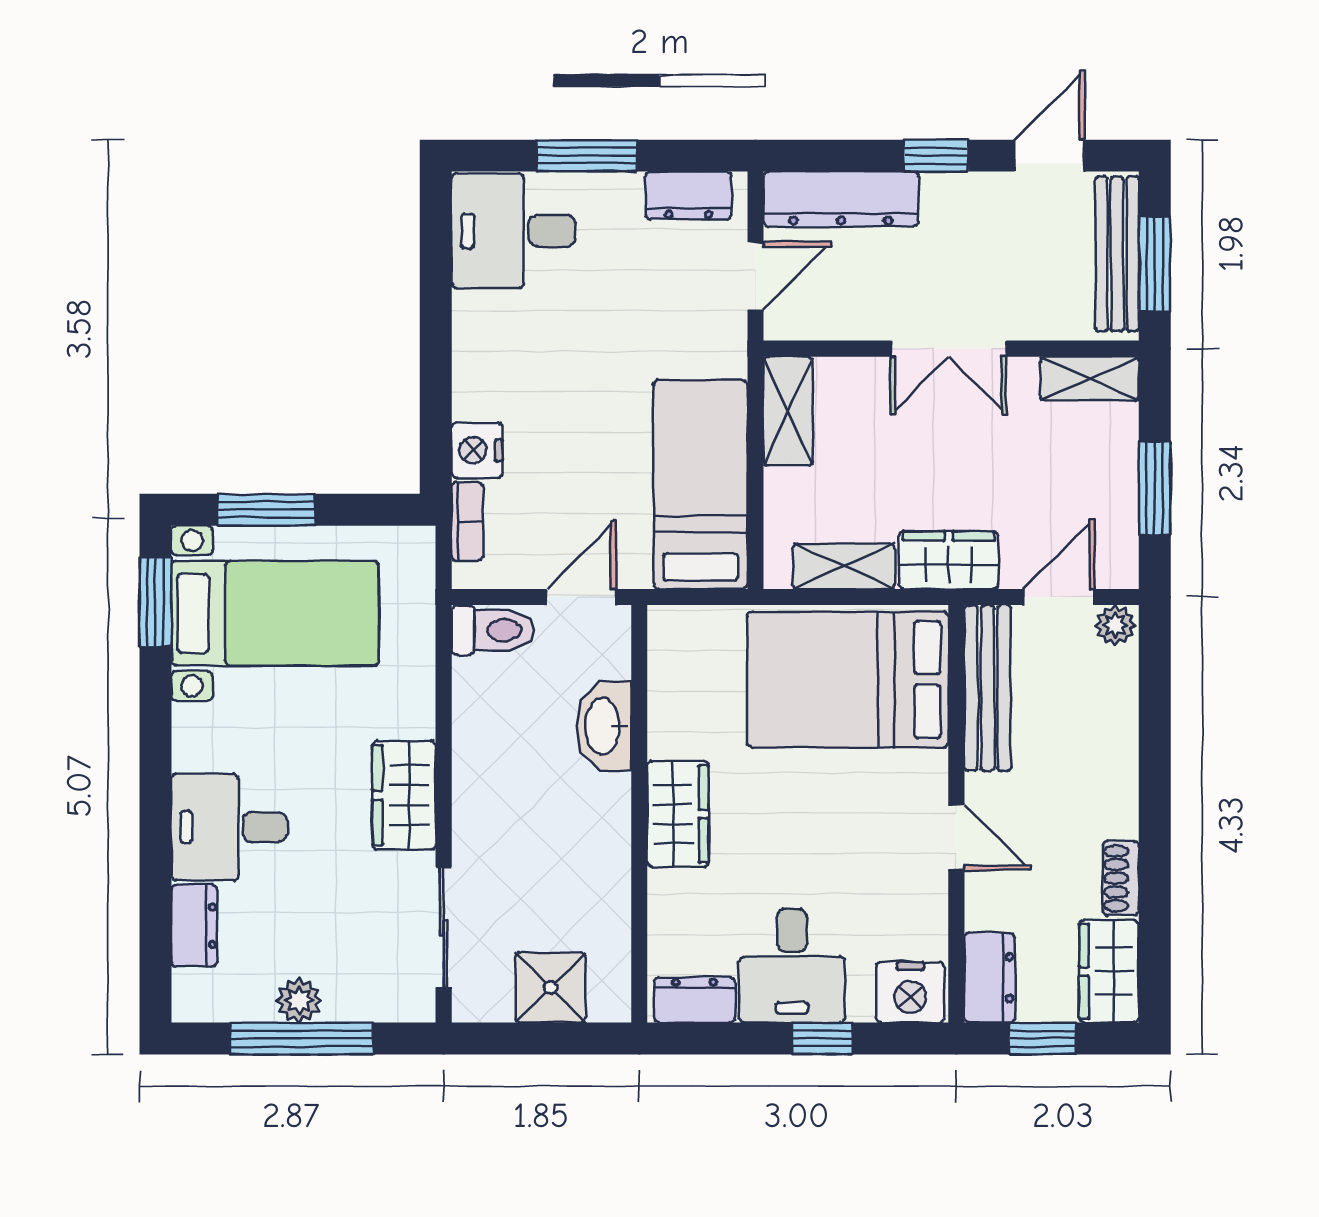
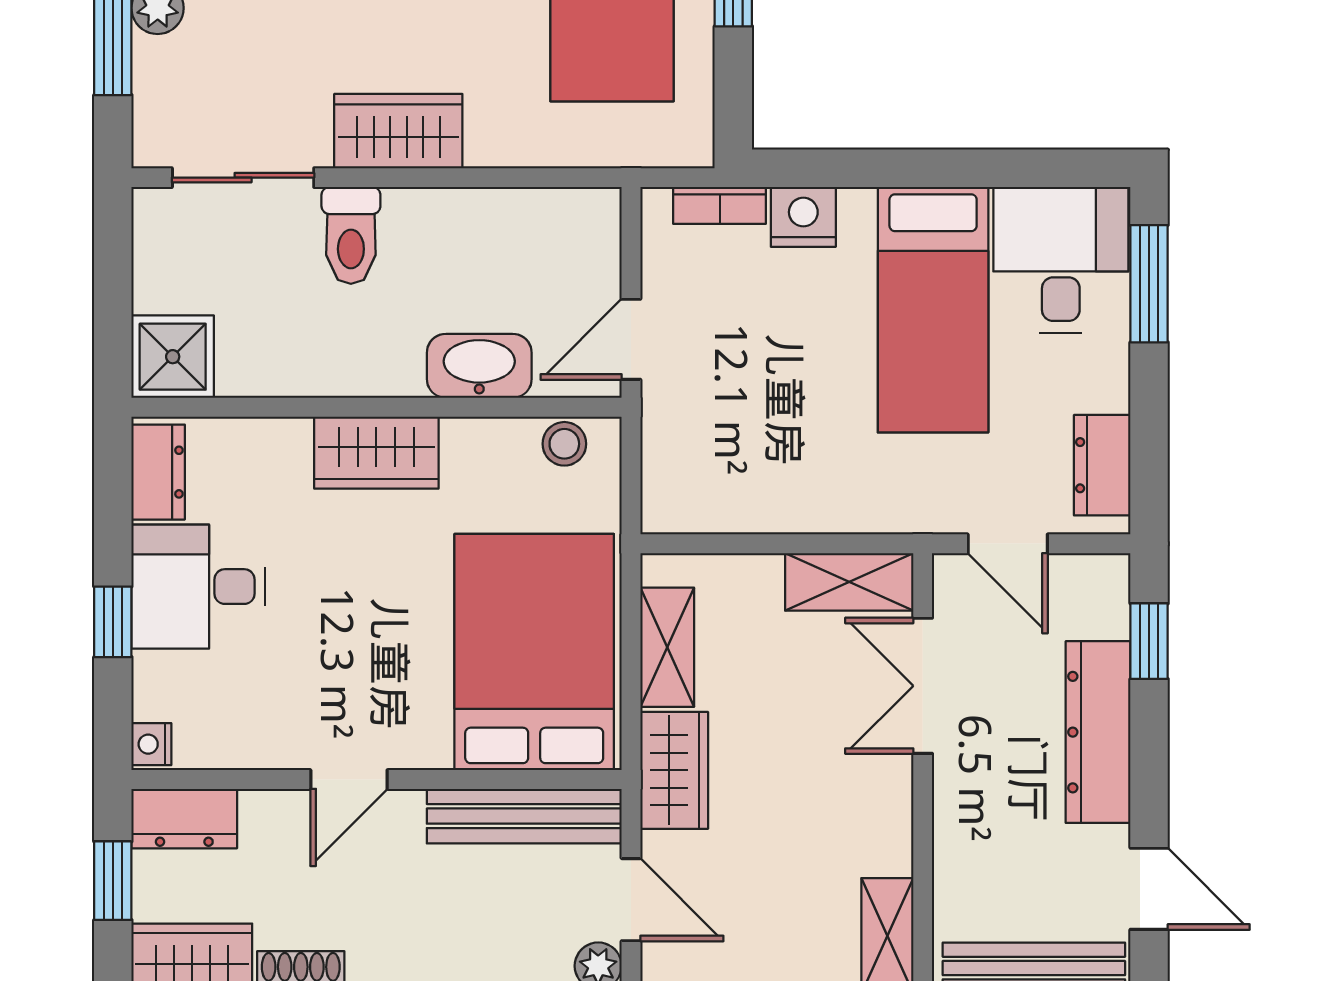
window: (587, 156) -> (1149, 284), moved
window: (936, 156) -> (1149, 641), moved
dresser: (841, 199) -> (1098, 732), moved
double door: (948, 349) -> (923, 686), moved
bed: (701, 485) -> (933, 310), moved, turned 90
door: (581, 597) -> (631, 339), swing flipped
toilet: (493, 630) -> (351, 235), moved
stool: (670, 654) -> (564, 444), added
shower: (550, 988) -> (173, 357), moved
nightstand: (910, 992) -> (151, 744), width x0.53, depth x0.56

